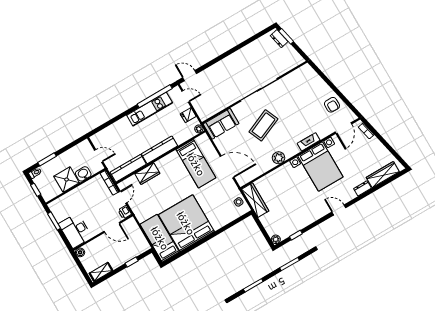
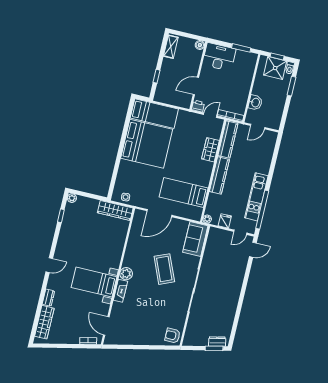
armchair: (332, 105) -> (173, 336), moved
plant: (279, 158) -> (126, 274), moved
bed with nightstands: (320, 167) -> (94, 282), width x0.73
shower: (67, 180) -> (275, 68), moved
door: (123, 197) -> (210, 115), swing flipped

